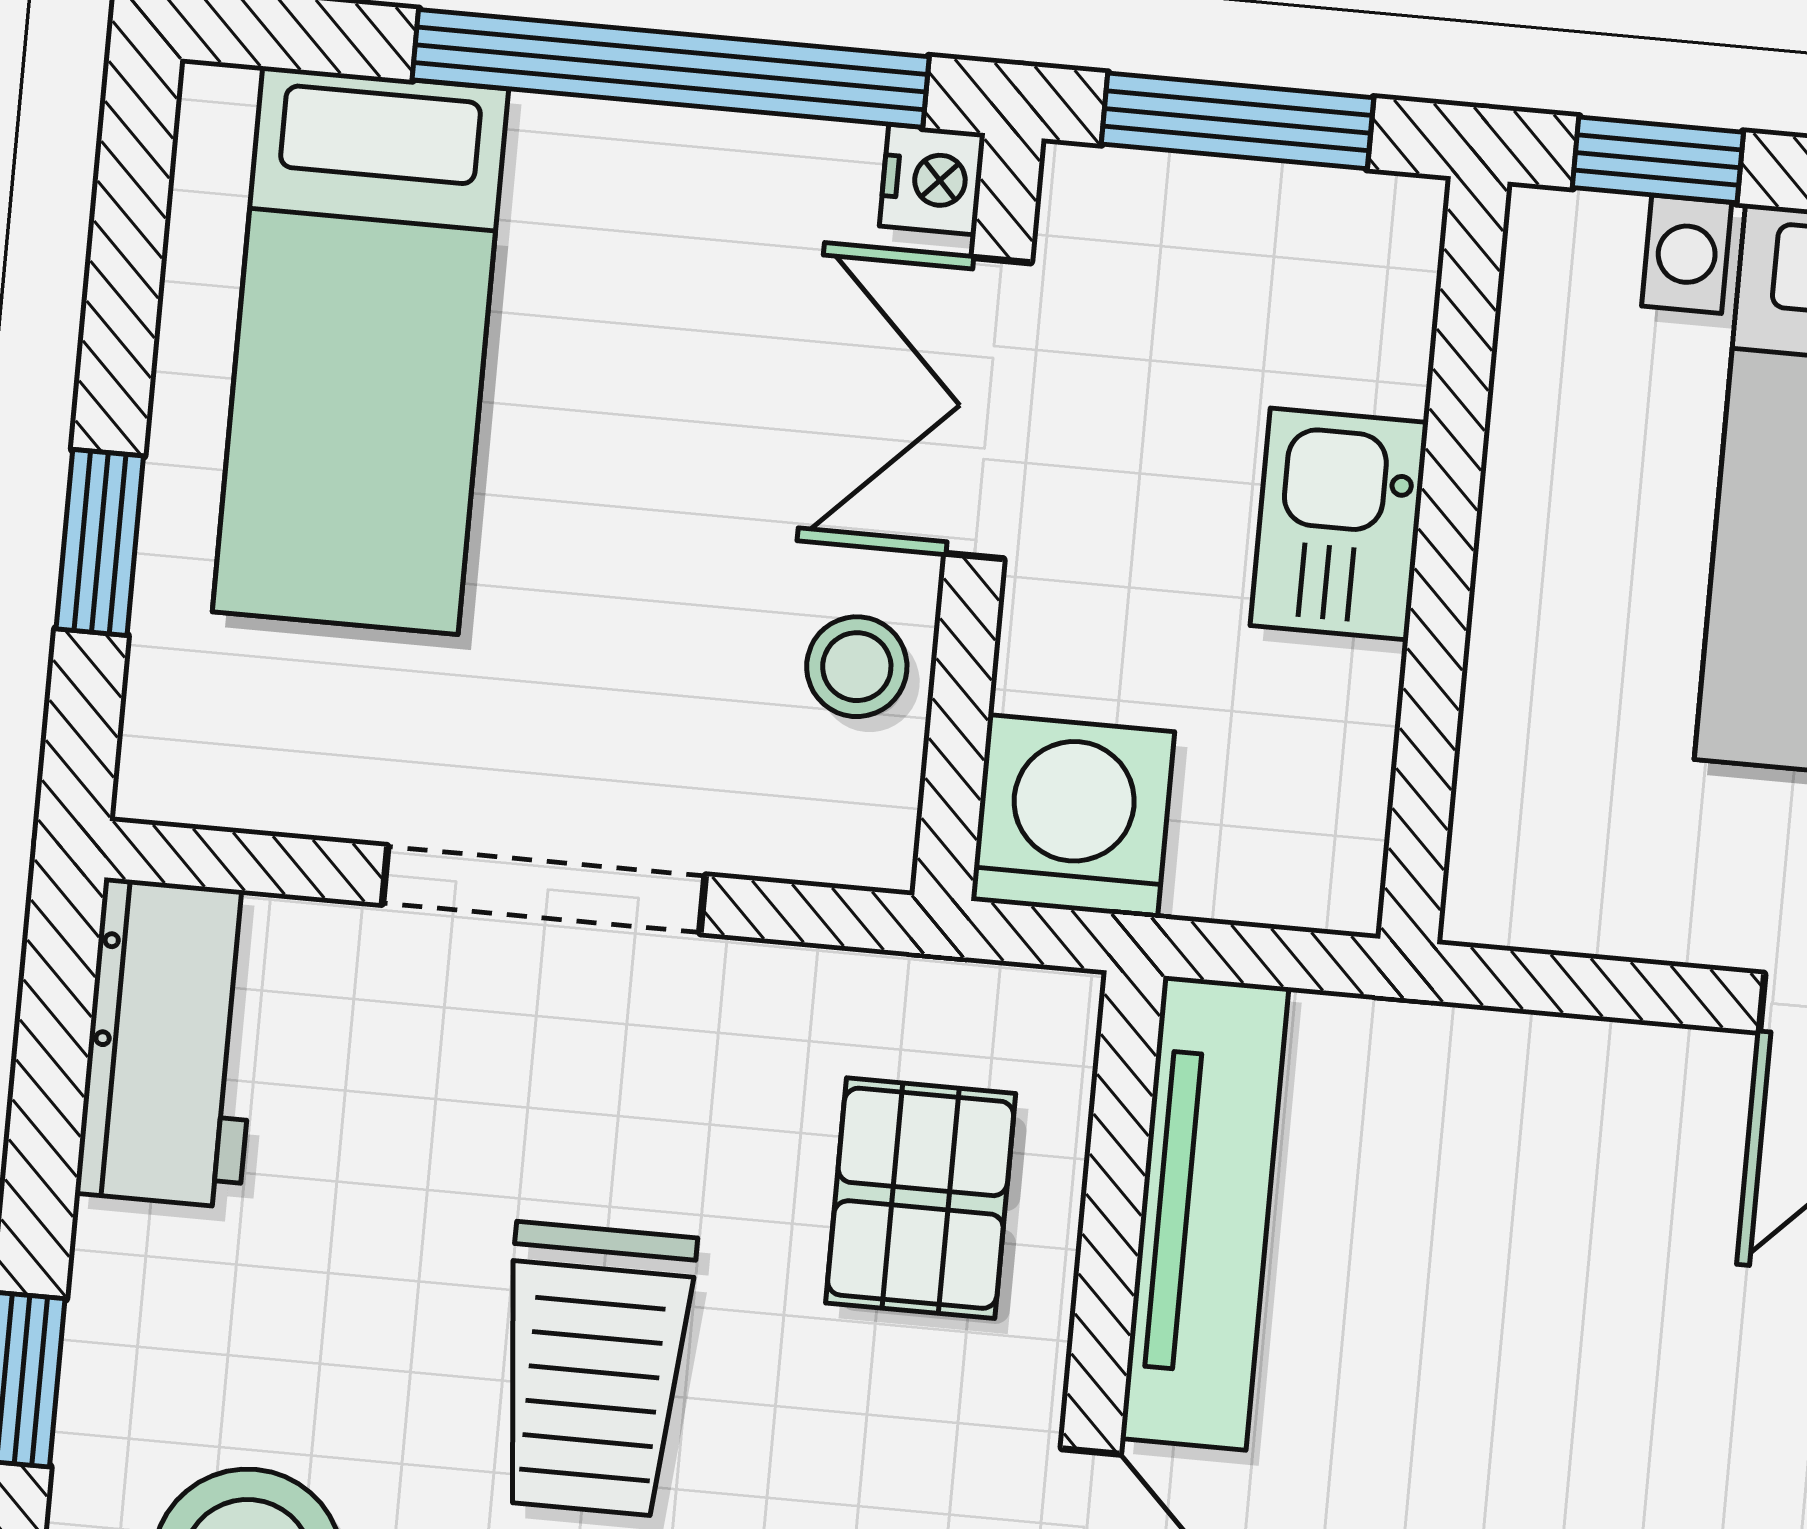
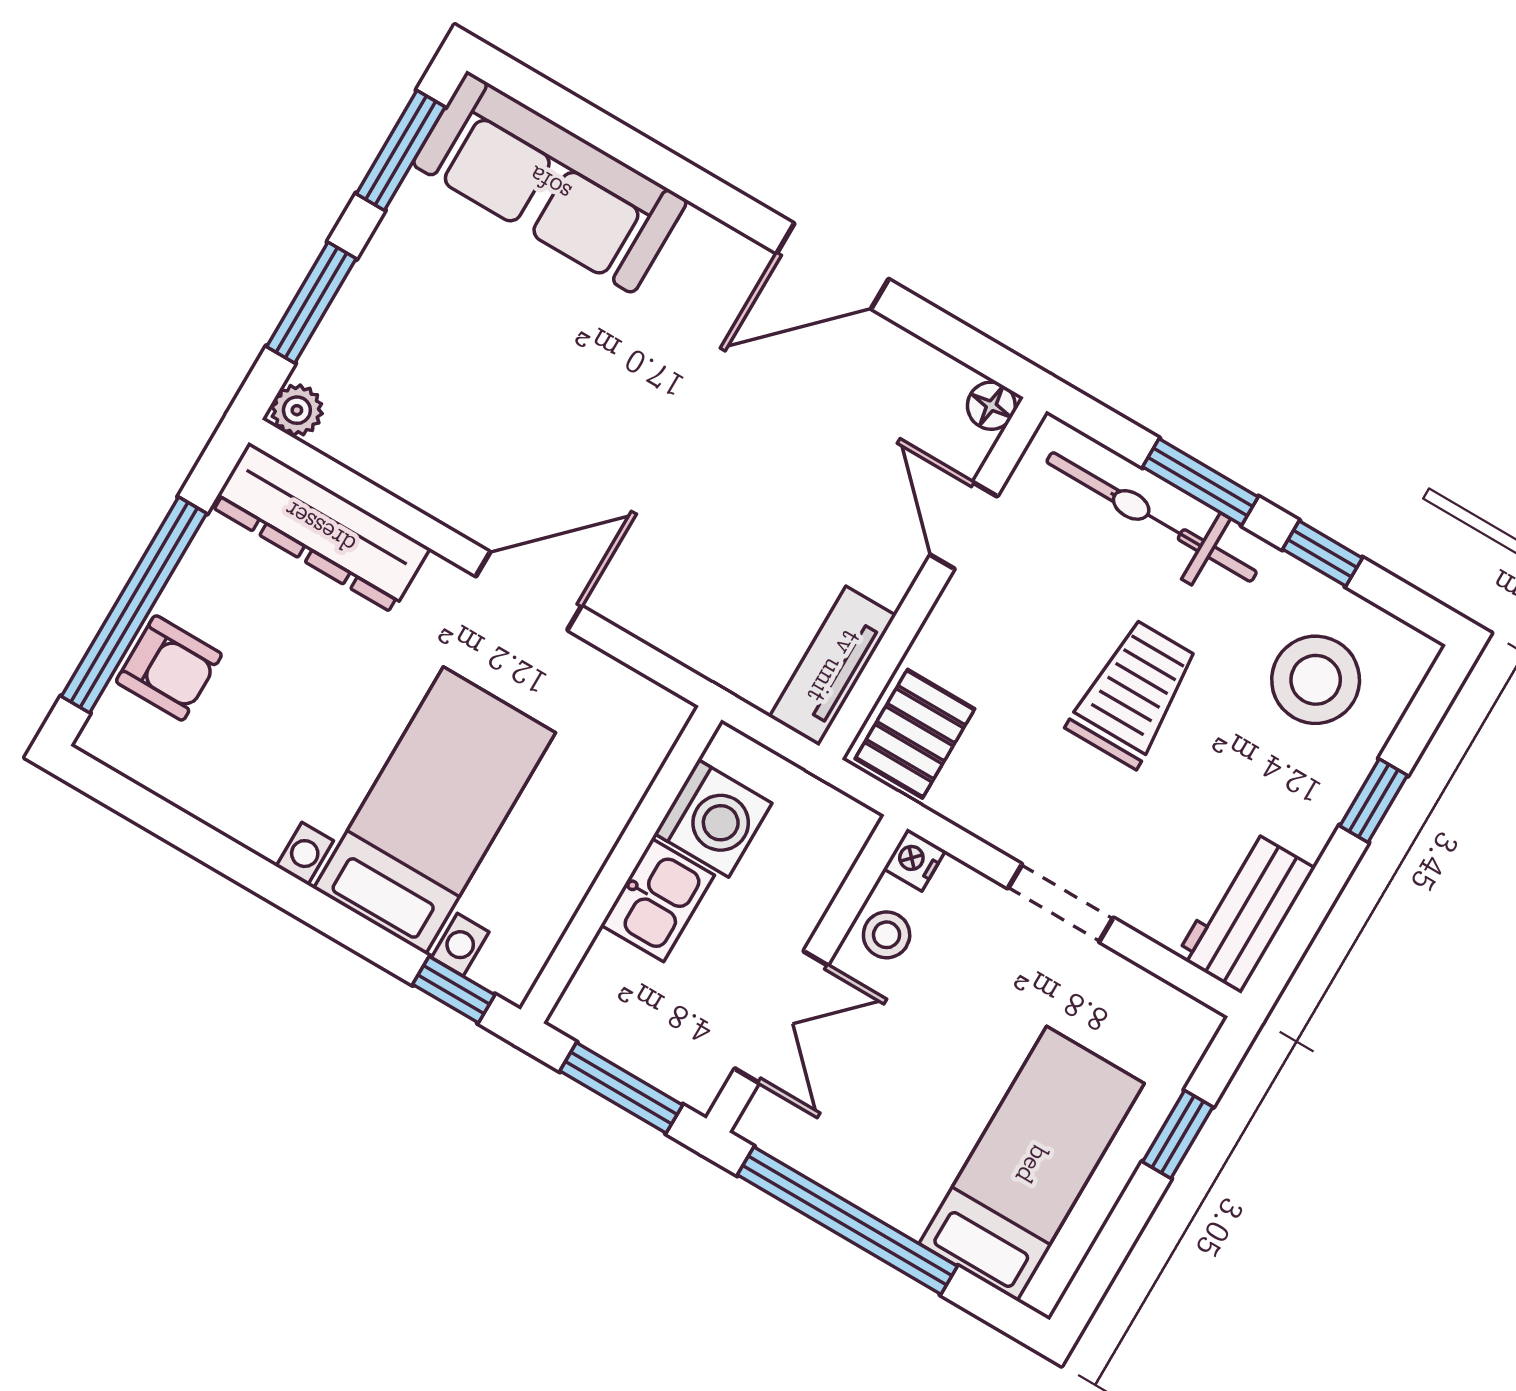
nightstand: (932, 180) -> (914, 860), moved
washing machine: (1073, 816) -> (713, 818), moved, turned -90
doorway: (544, 890) -> (1061, 903), width x0.73
pallet: (921, 1198) -> (915, 734), moved
tv unit: (1205, 1213) -> (833, 666), width x0.71

